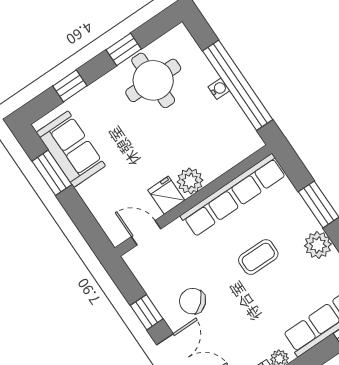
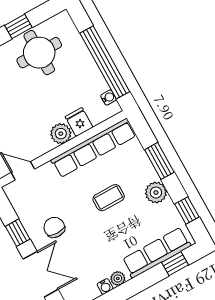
water cooler: (219, 89) -> (109, 98), moved
fridge: (166, 195) -> (79, 122), moved
chair: (193, 301) -> (54, 227), turned 42

